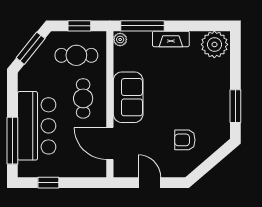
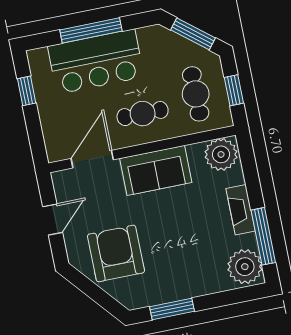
window: (142, 26) -> (263, 236), moved
plant: (120, 40) -> (221, 154), width x1.88, depth x1.88
armchair: (185, 140) -> (116, 253), width x1.88, depth x1.88
window: (12, 141) -> (91, 30), moved

